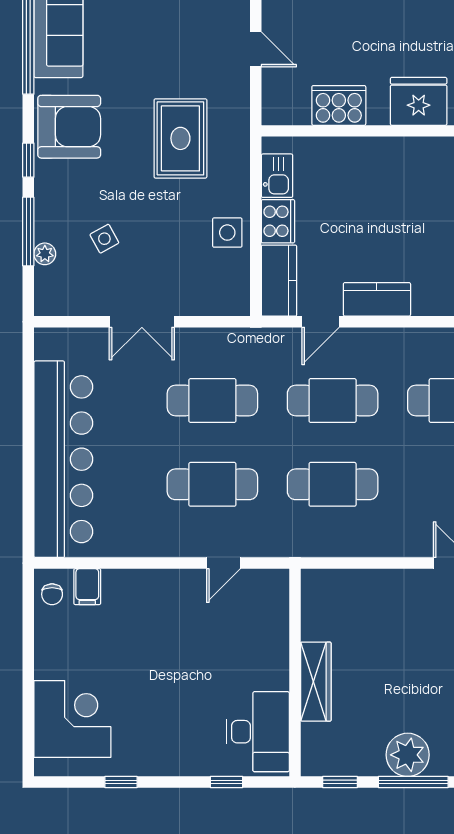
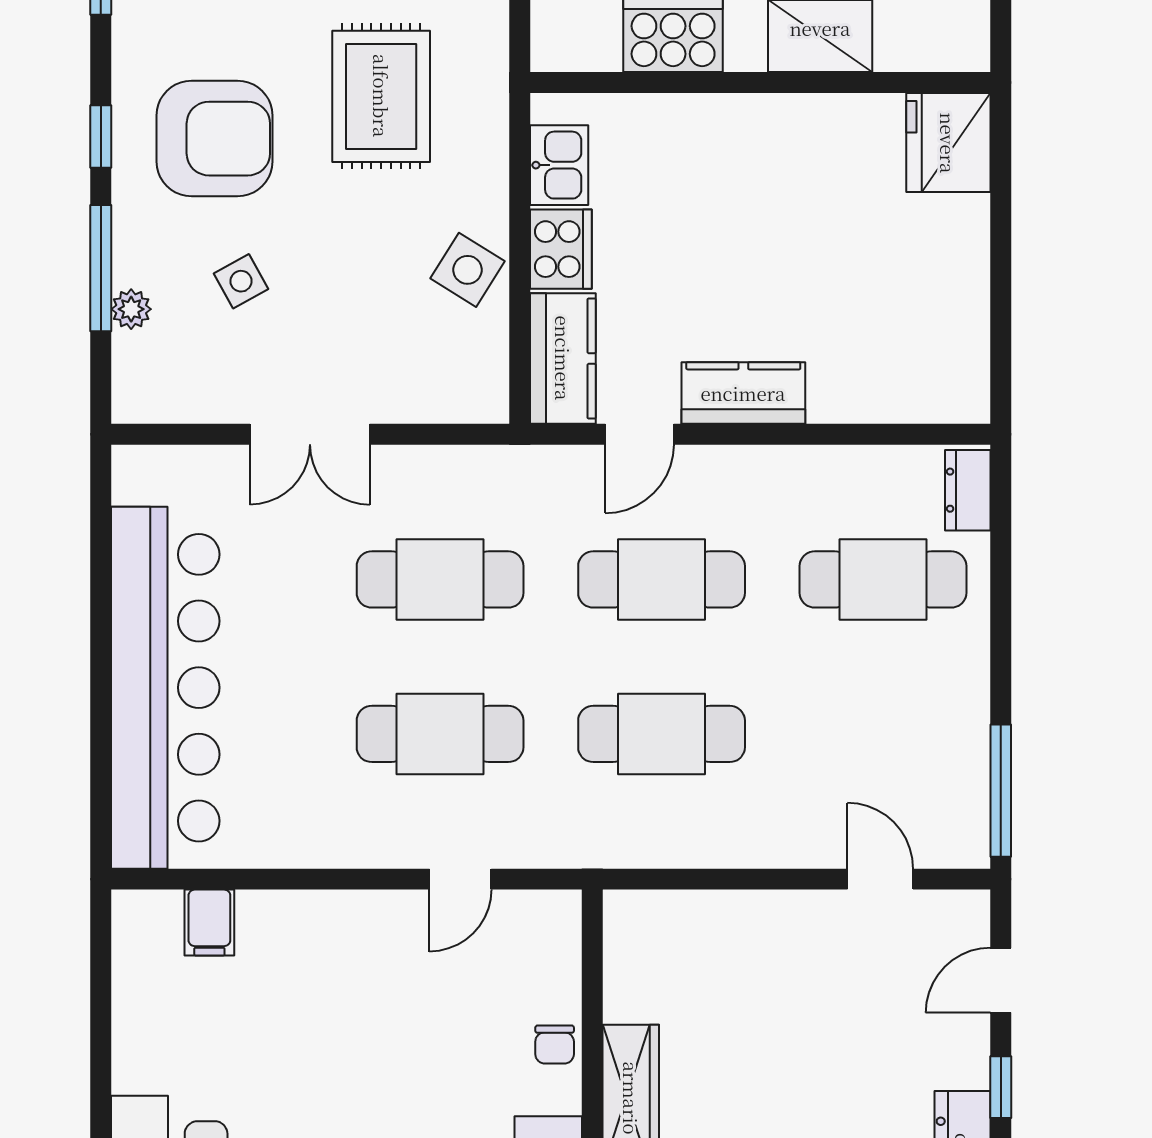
armchair: (69, 127) -> (214, 139), moved
side table: (227, 233) -> (468, 270), turned 32
chair: (52, 594) -> (555, 1044), moved

